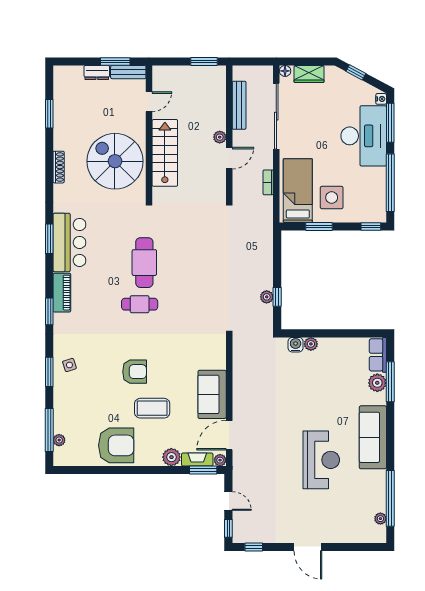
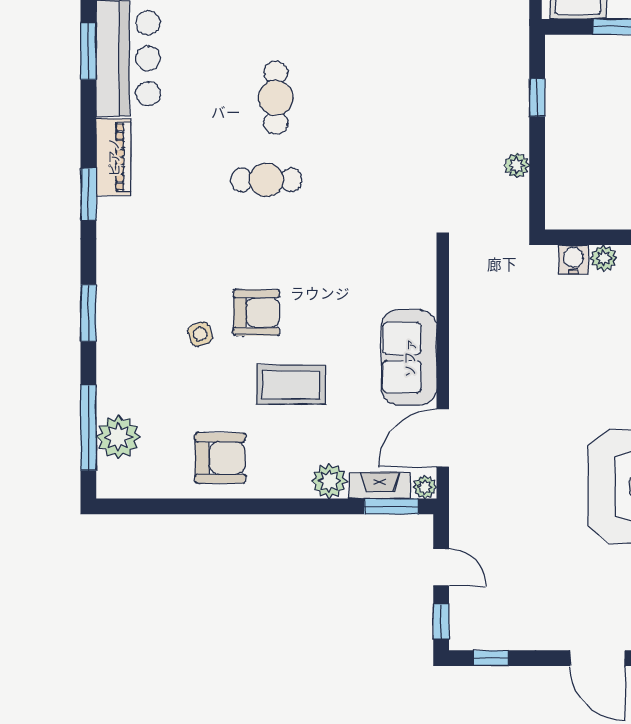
cafe table: (144, 263) -> (276, 98), width x0.73, depth x0.74
window: (277, 297) -> (537, 98), moved
side table: (69, 365) -> (200, 334), moved
plant: (59, 440) -> (118, 437), width x1.87, depth x1.87
armchair: (116, 445) -> (220, 458), width x0.73, depth x0.73

